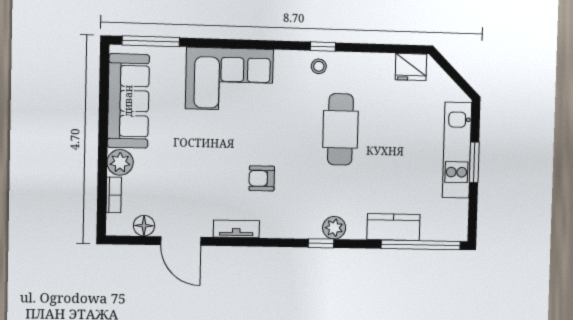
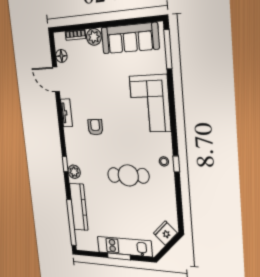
fridge: (411, 67) -> (165, 233), moved, turned 45
kitchen counter: (393, 227) -> (79, 207), width x1.50
door: (181, 241) -> (56, 79), hinge flipped

